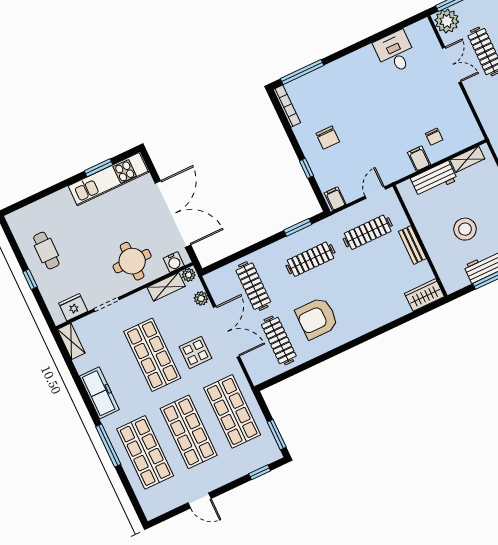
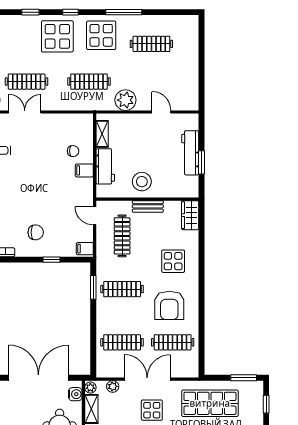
stool: (465, 229) -> (142, 182), moved
clothes rail: (310, 259) -> (122, 289), turned 90
display table: (366, 300) -> (173, 261), added

